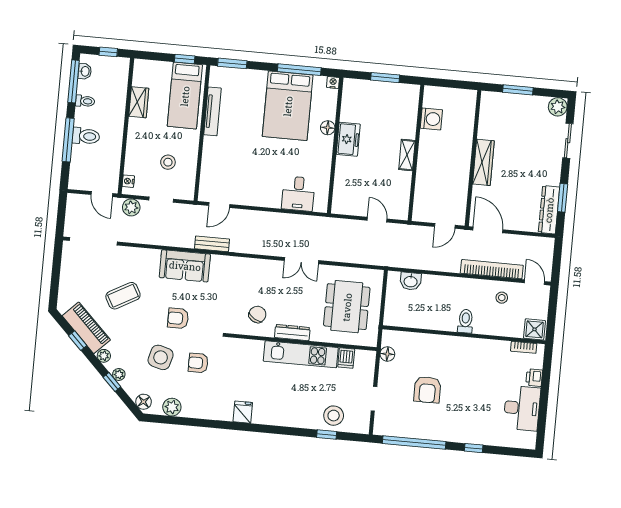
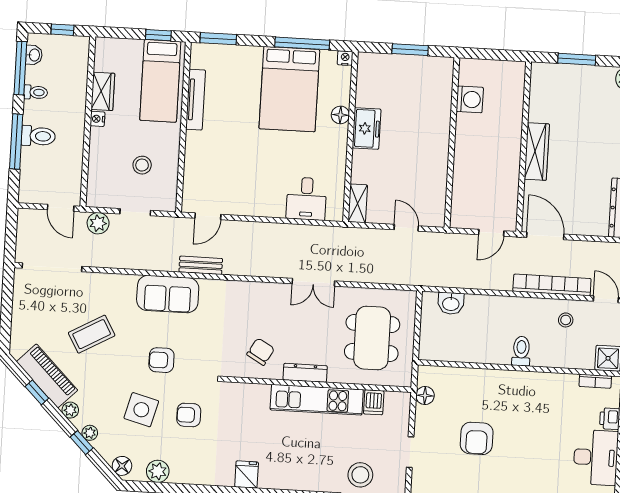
shelving: (407, 155) -> (358, 203), moved
nightstand: (128, 181) -> (97, 119), moved

